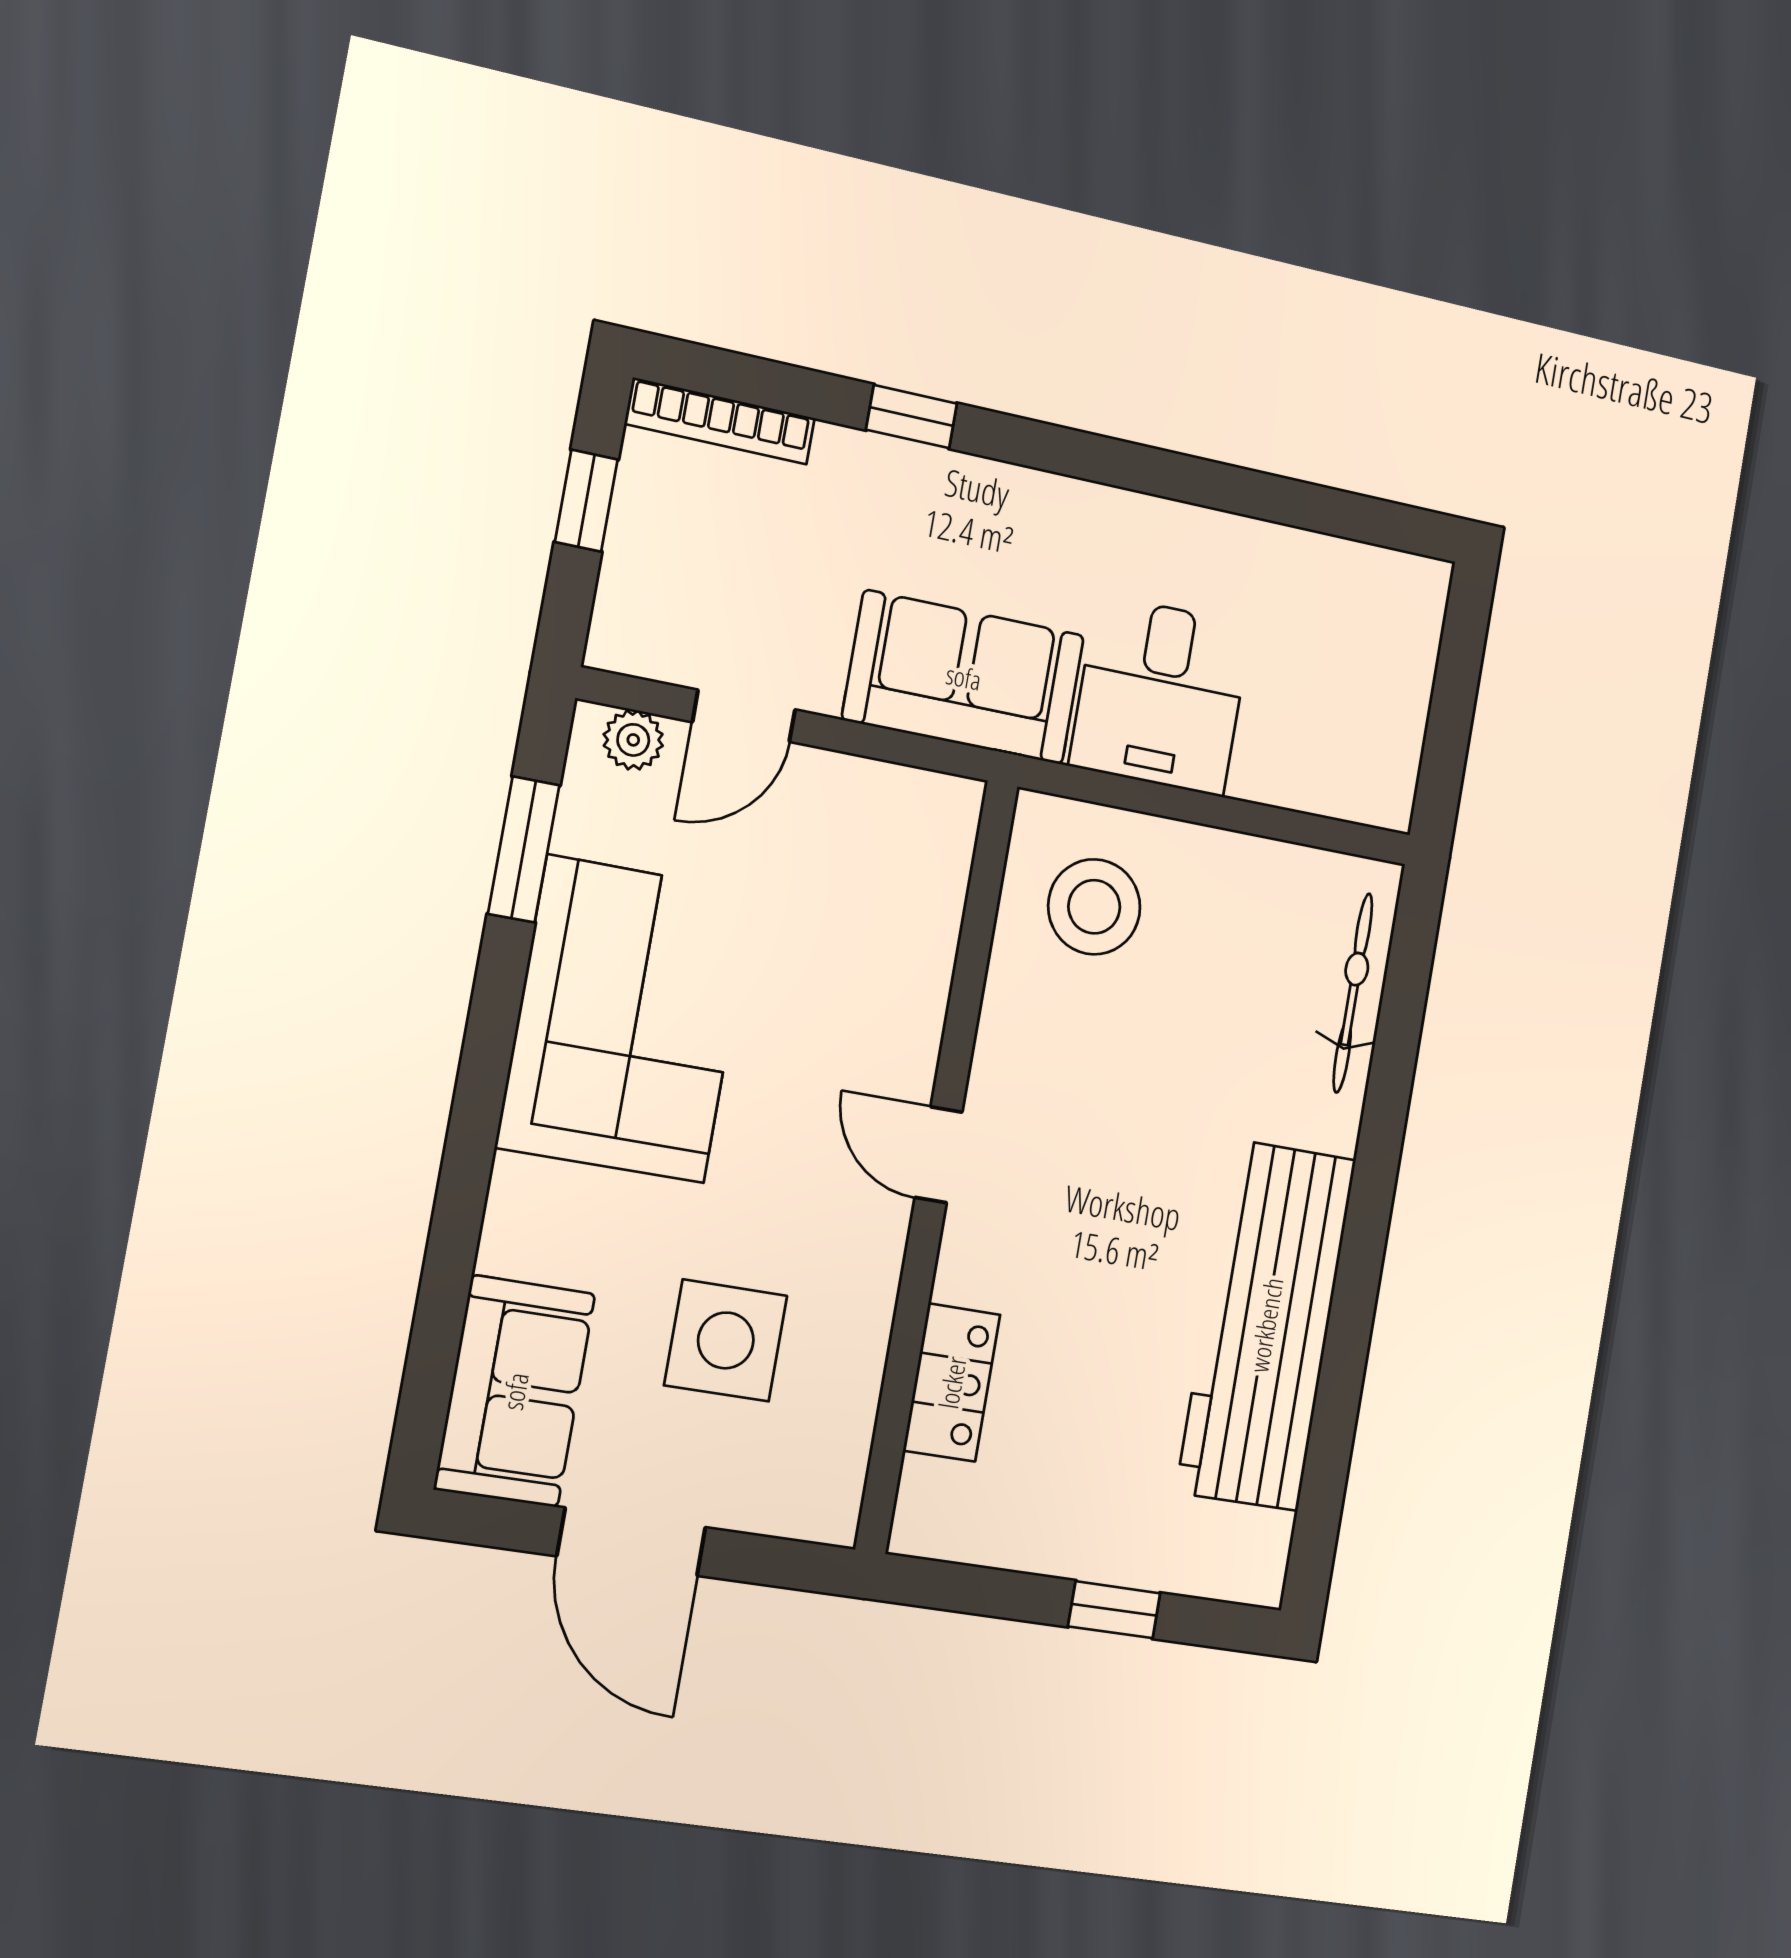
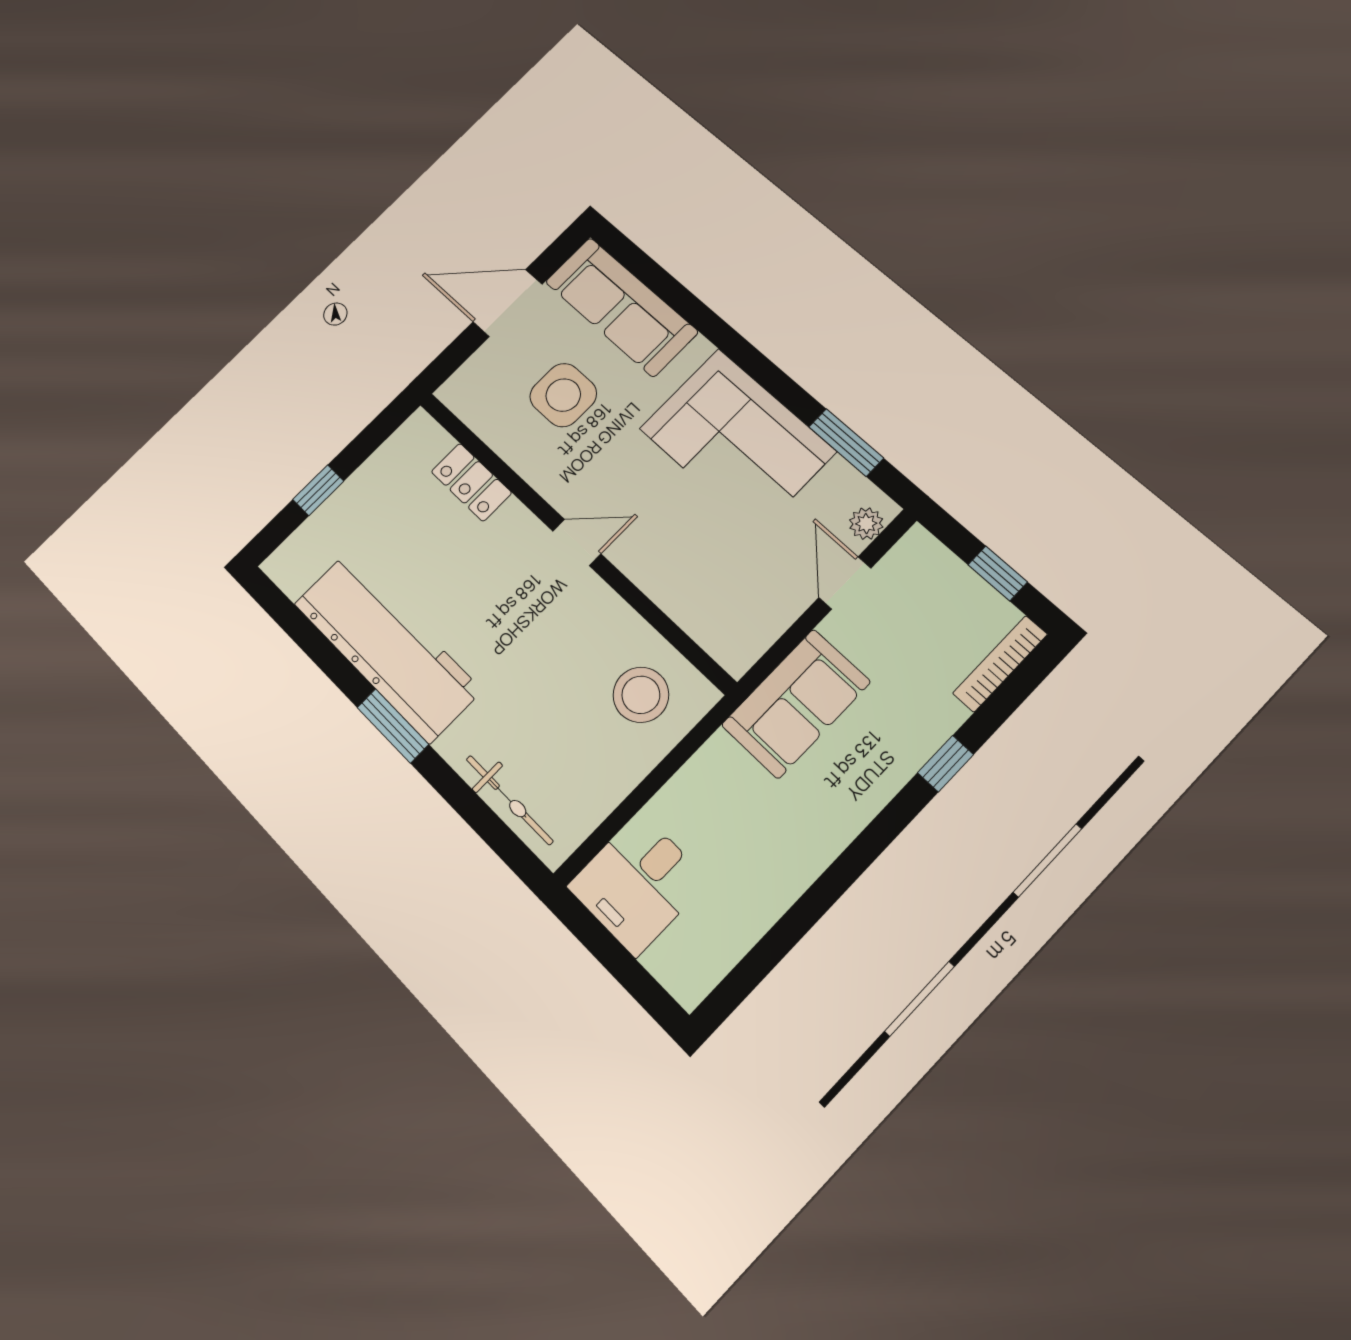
desk: (1160, 695) -> (638, 883), moved, turned -90
window: (1365, 1232) -> (393, 726), added
sofa: (515, 1391) -> (621, 307), width x1.36

